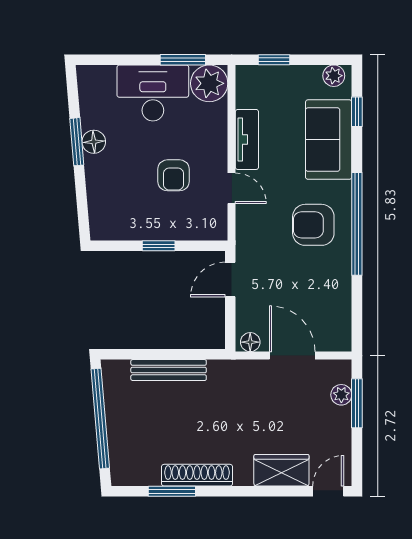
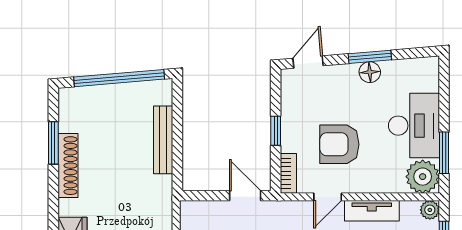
plant: (246, 75) -> (430, 210), added
armchair: (174, 175) -> (339, 144), width x1.38, depth x1.38
door: (83, 210) -> (308, 62), added
bookcase: (206, 232) -> (288, 173), added
floor lamp: (250, 342) -> (188, 214), removed

